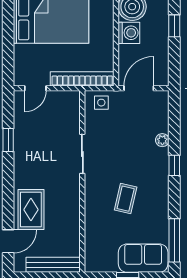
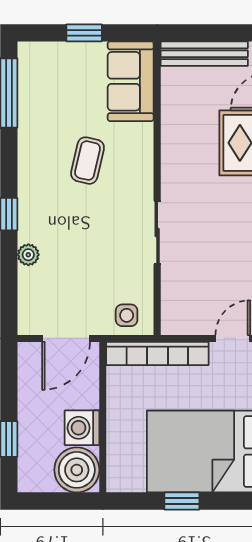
sofa: (143, 258) -> (131, 81), moved, turned 90

